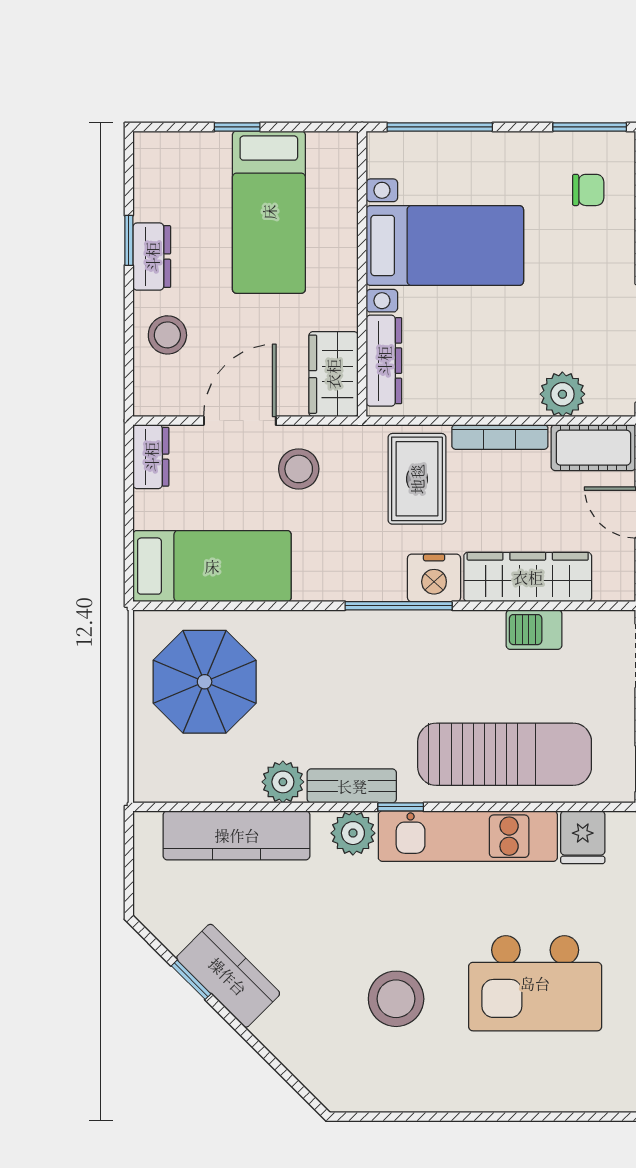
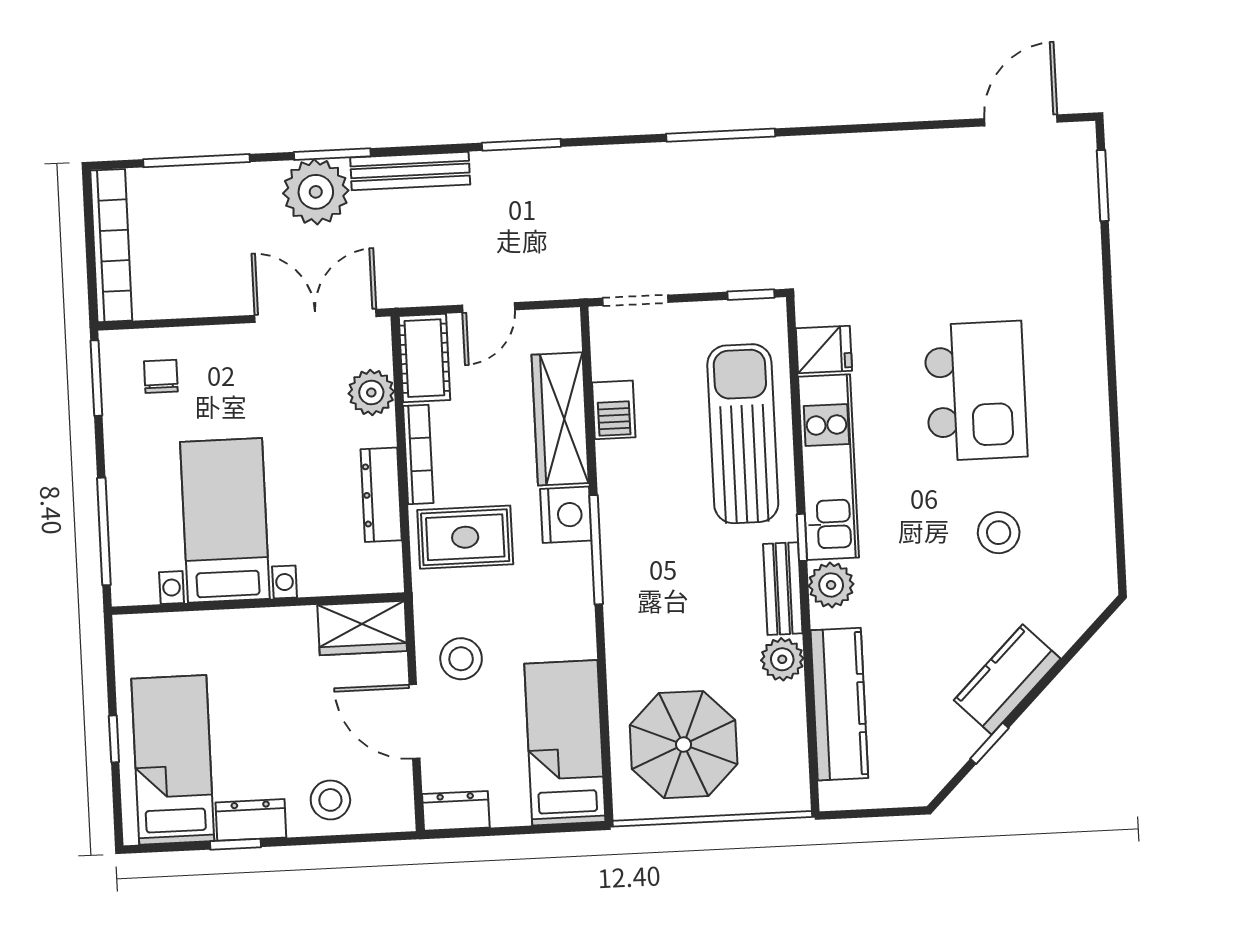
bed: (269, 212) -> (173, 760), moved, turned -90
dresser: (384, 361) -> (381, 495), moved, turned -90
kitchen counter: (228, 976) -> (1007, 679), moved
stool: (396, 999) -> (999, 533), width x0.73, depth x0.73

